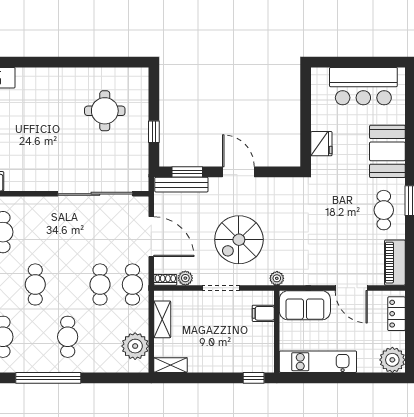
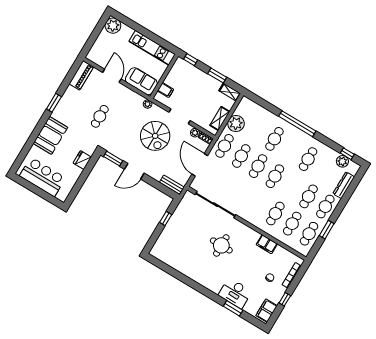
round table: (105, 111) -> (221, 245), moved
window: (187, 172) -> (113, 159), moved
door: (238, 172) -> (134, 171), hinge flipped
bench: (181, 185) -> (172, 185), width x0.73
cafe table: (384, 210) -> (100, 116), moved
spiral stairs: (239, 240) -> (155, 136), turned 90
cafe table: (68, 284) -> (258, 166), added
locker: (396, 314) -> (96, 48), removed
plant: (135, 346) -> (236, 123), moved
window: (203, 378) -> (217, 76), added

